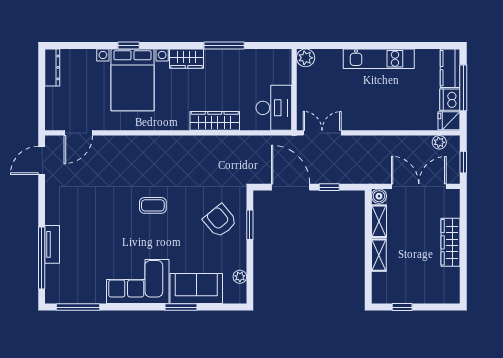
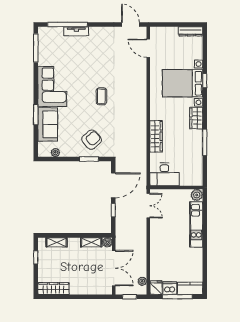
kitchen unit: (379, 59) -> (196, 224), moved
wardrobe: (451, 242) -> (53, 289), moved
shelving: (379, 255) -> (57, 242), moved

